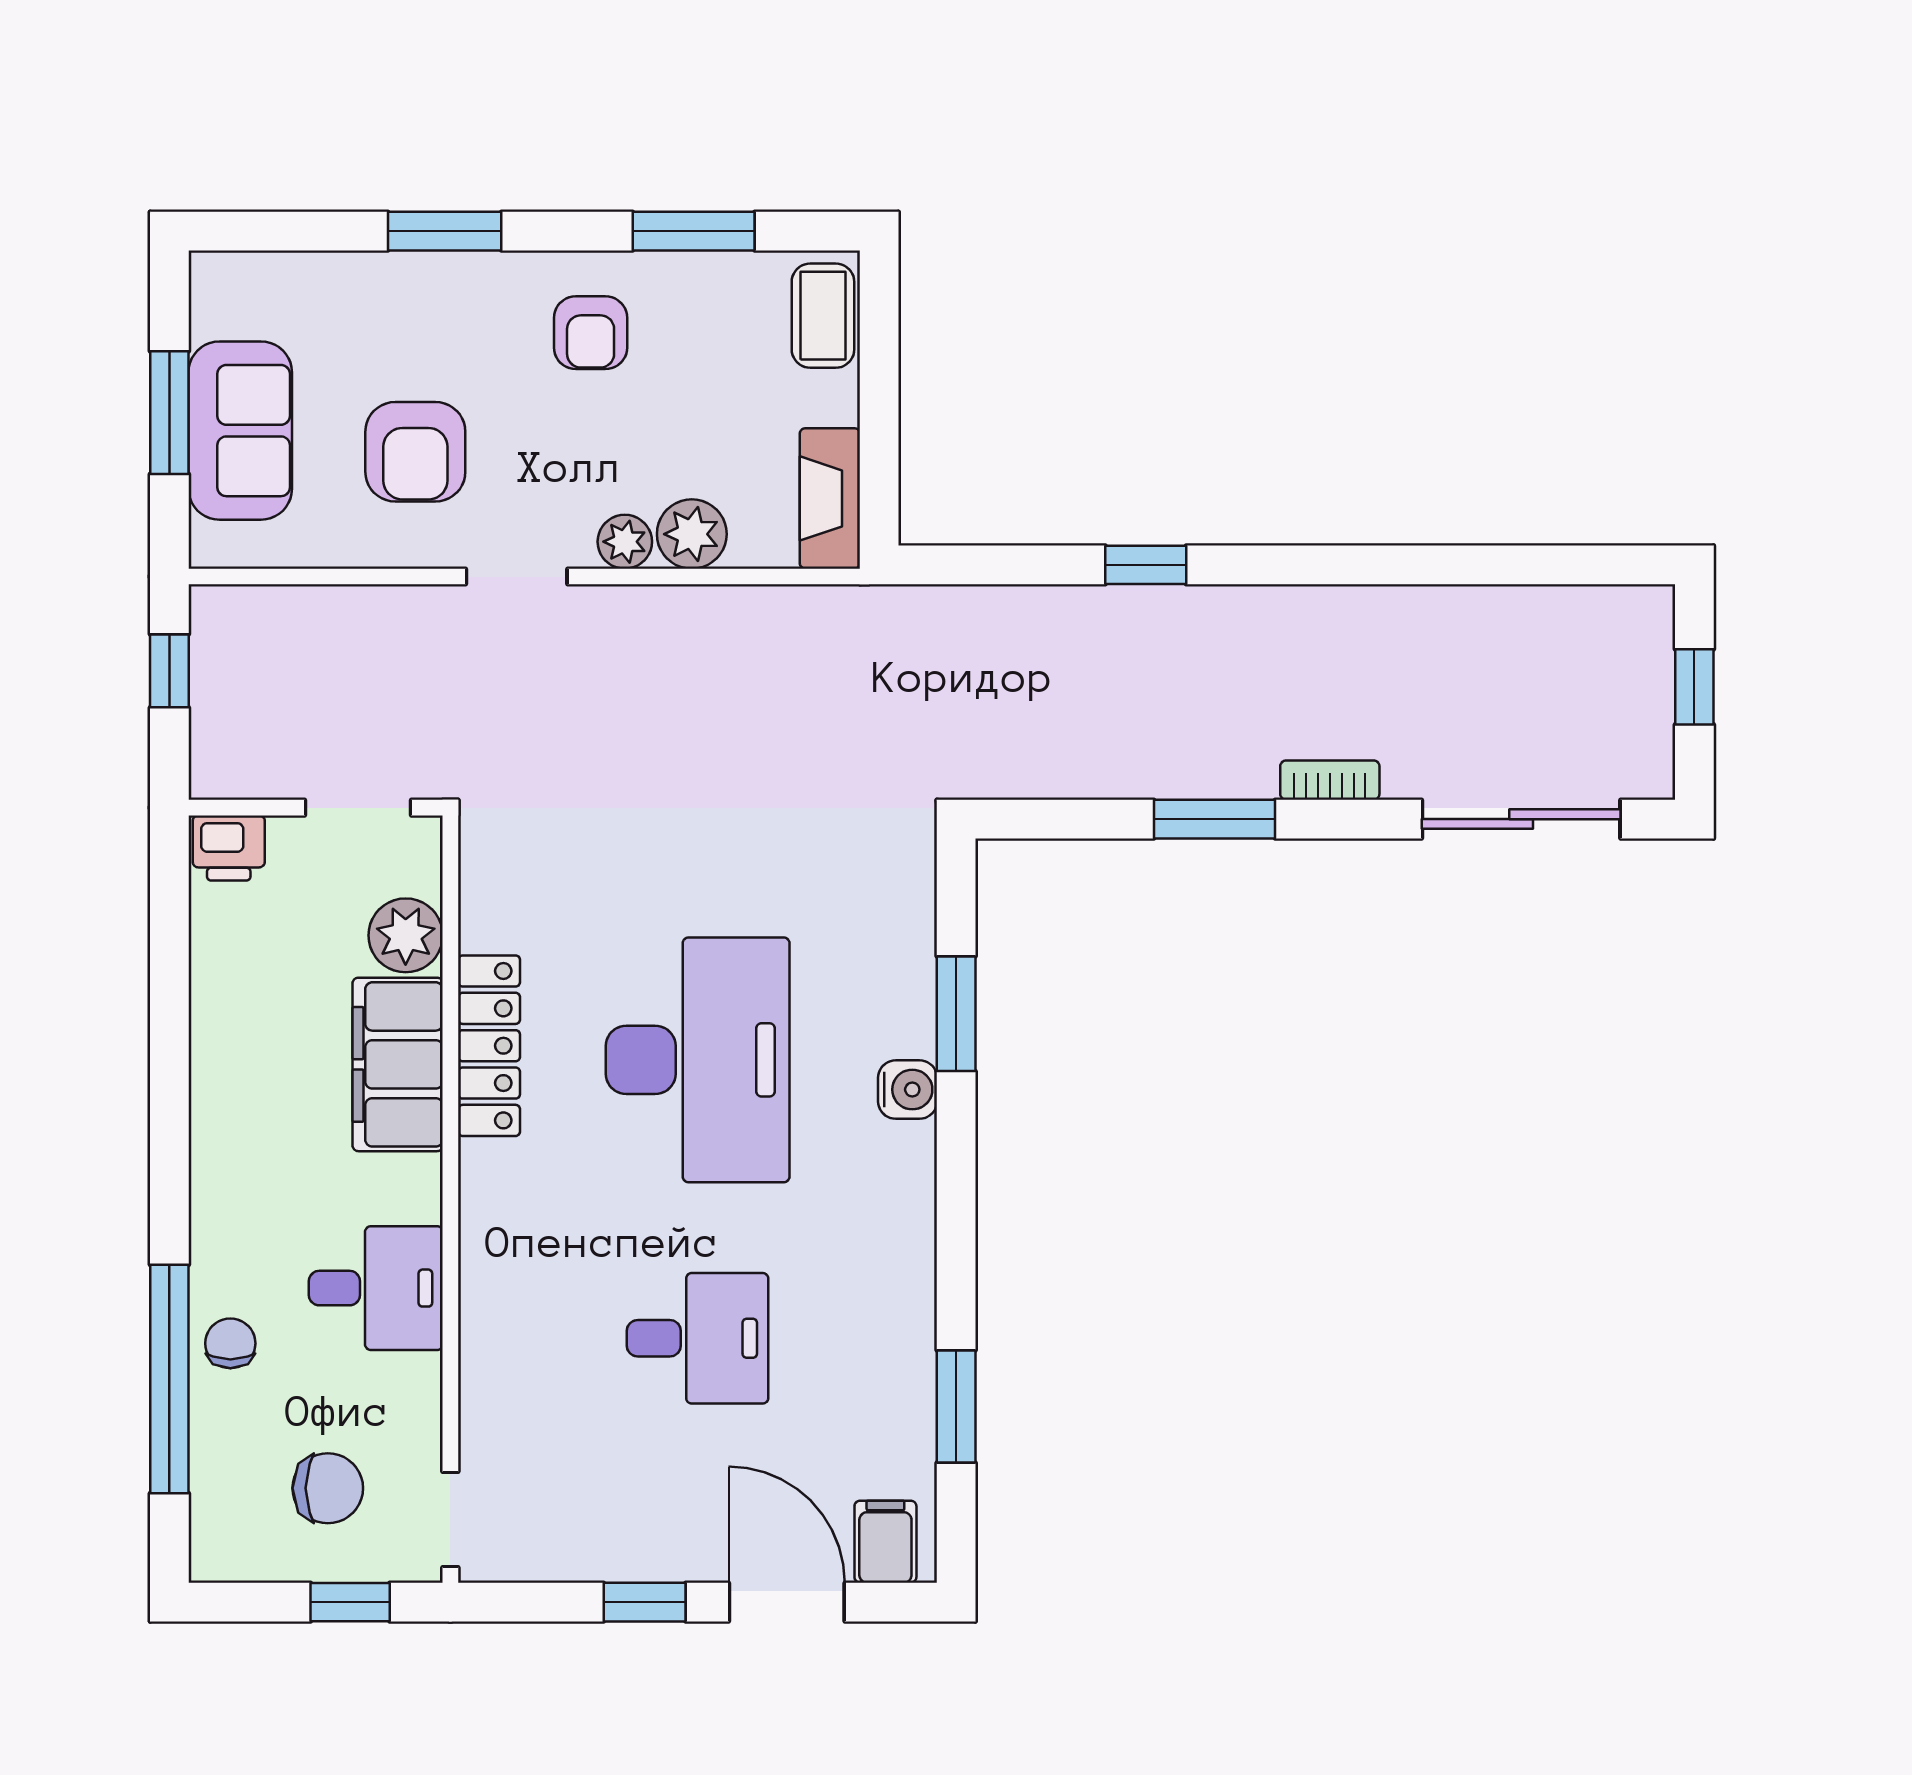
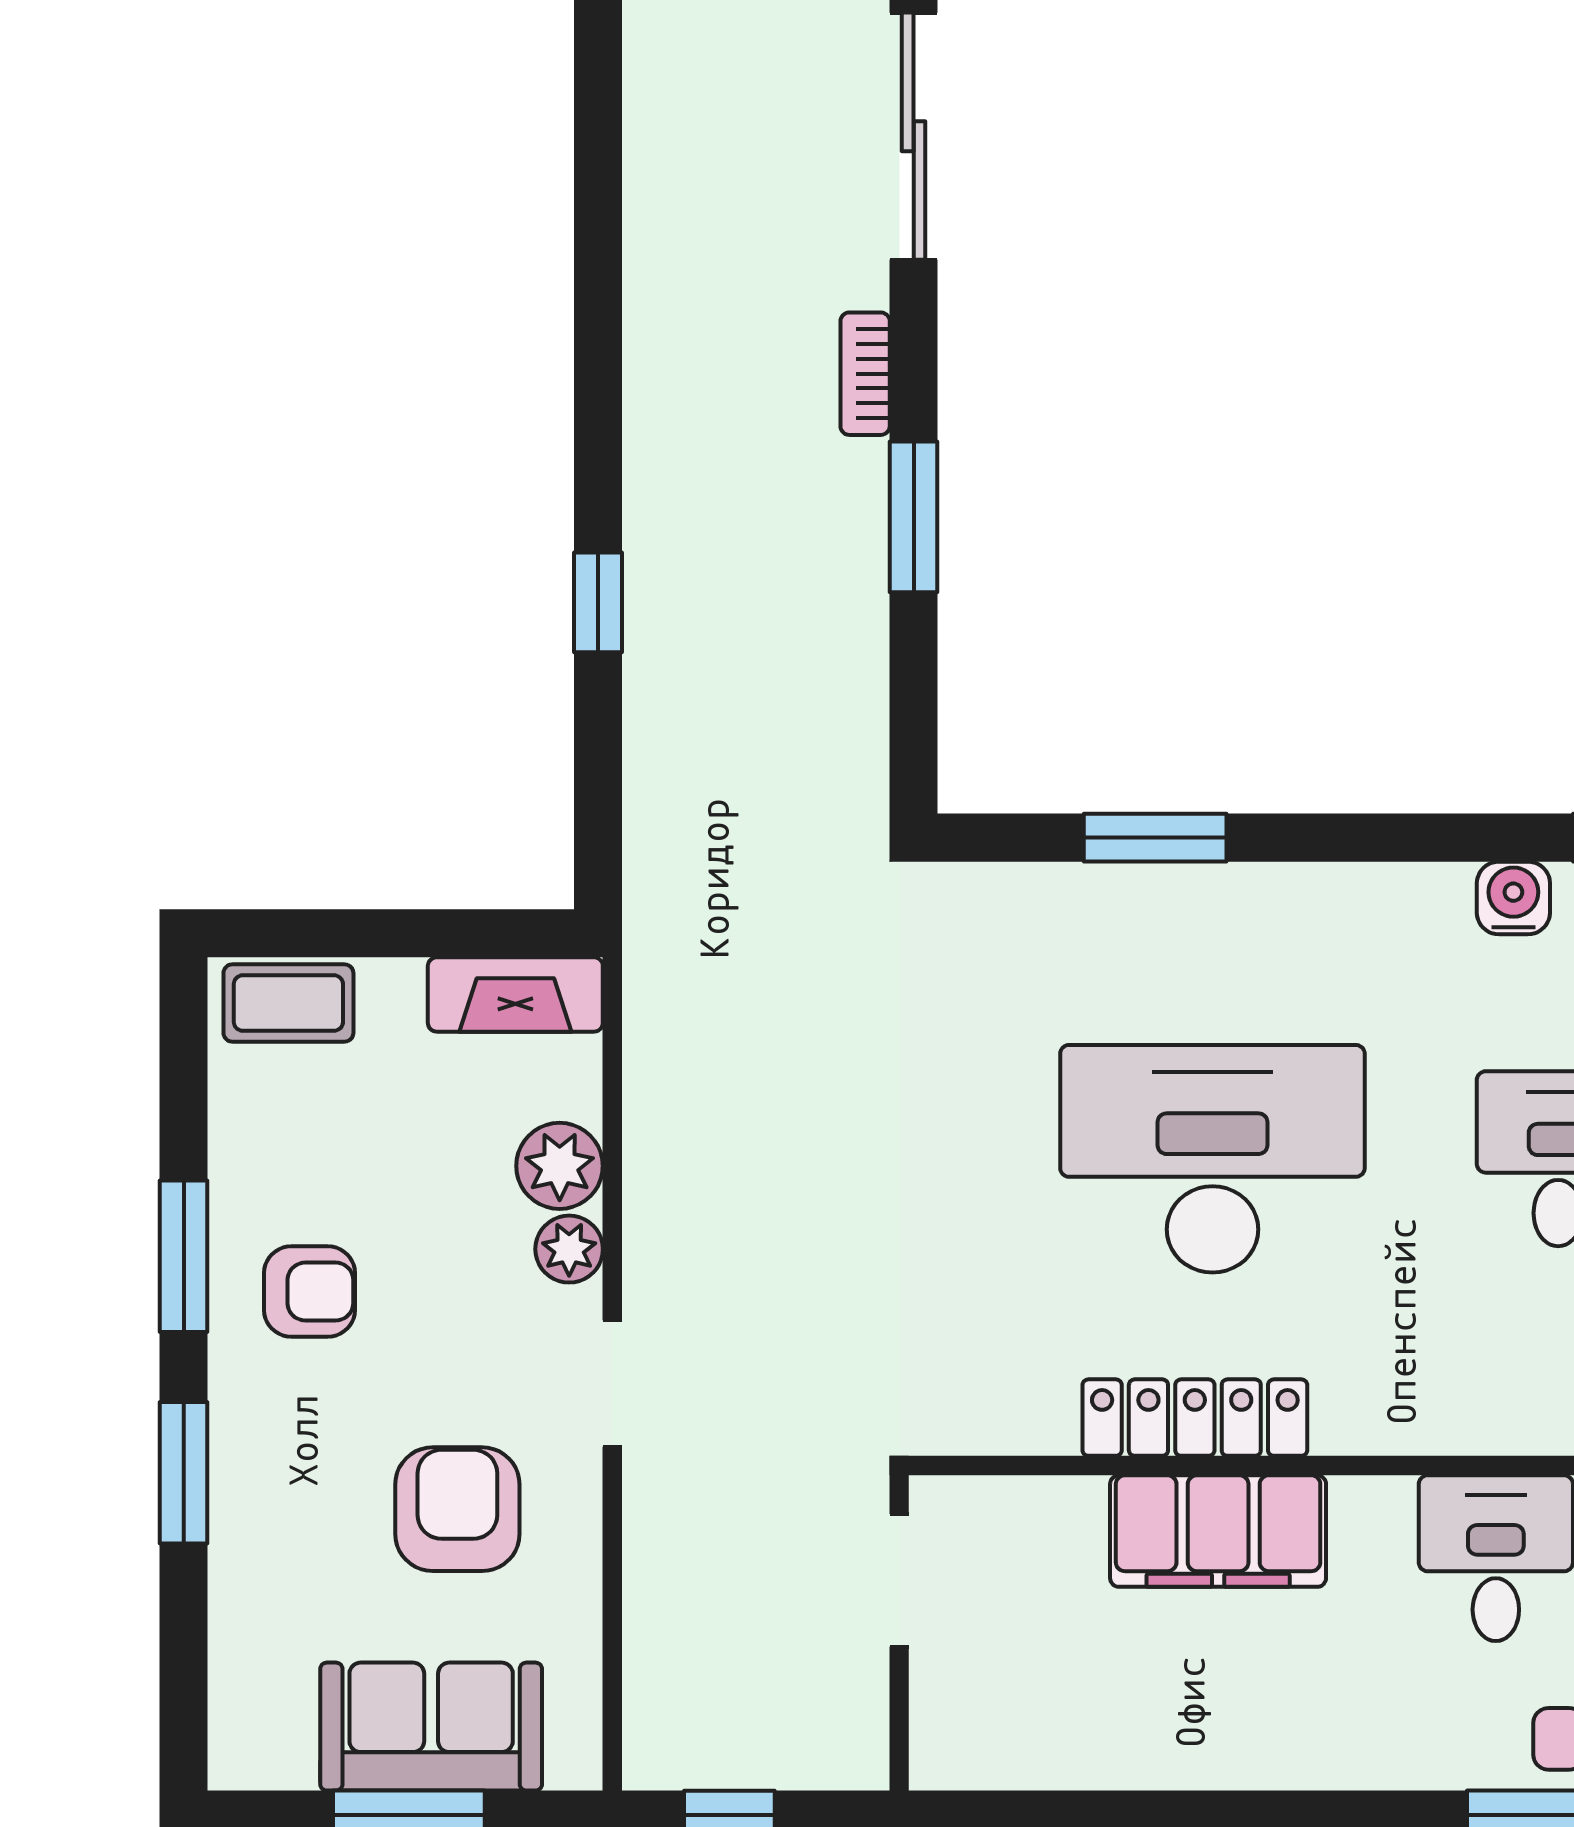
window: (694, 231) -> (184, 1256), moved
armchair: (415, 452) -> (457, 1509), turned -90
printer: (229, 848) -> (949, 1741), removed
plant: (406, 935) -> (1058, 1521), removed
water cooler: (908, 1090) -> (1513, 898), moved

